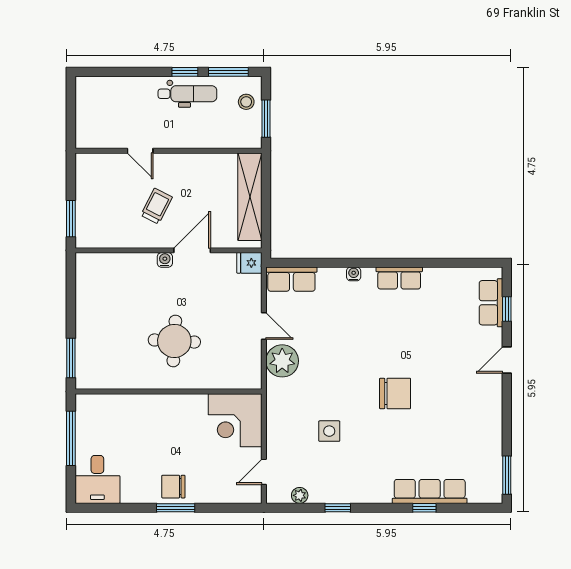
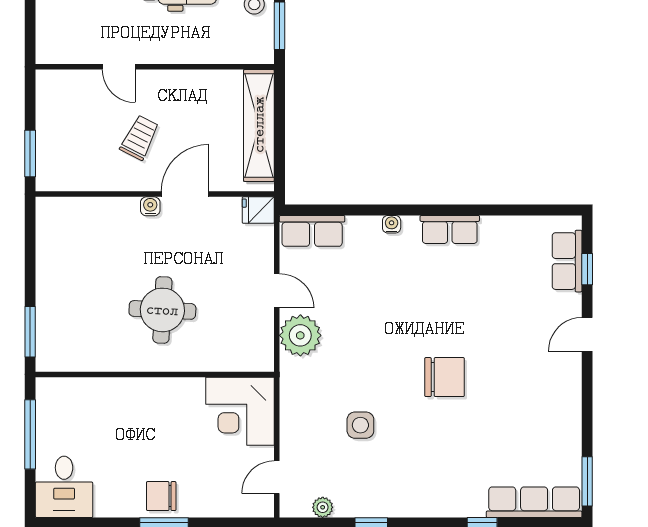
row of seats: (430, 491) -> (534, 502), moved

